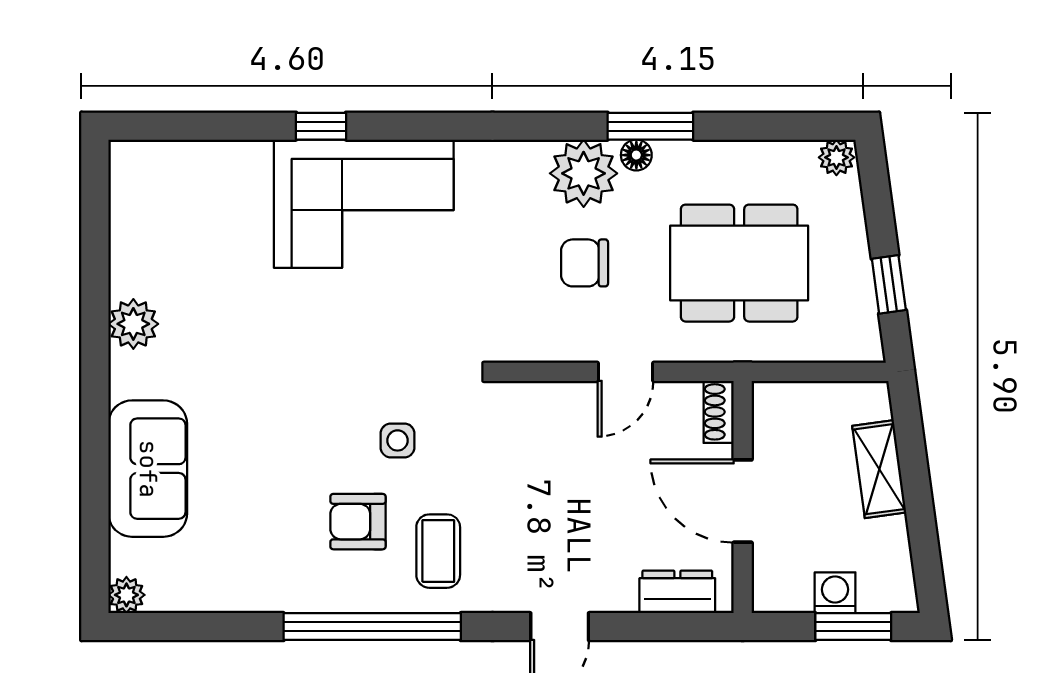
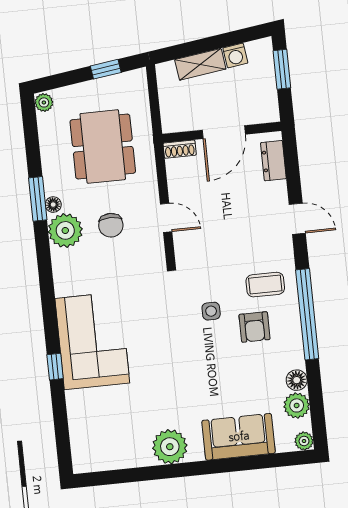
plant: (133, 324) -> (170, 447), width x1.36, depth x1.36
door: (626, 372) -> (166, 218), moved
plant: (197, 588) -> (297, 405), added
floor lamp: (246, 593) -> (297, 380), added
washing machine: (835, 593) -> (235, 55), moved, turned -98

